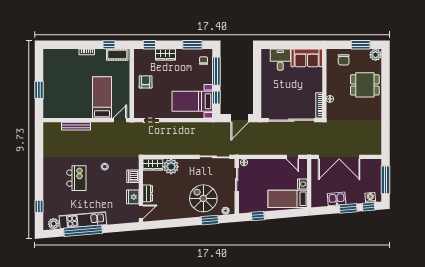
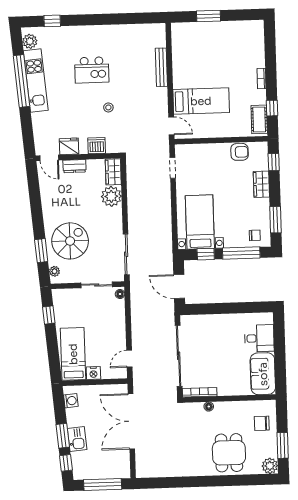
armchair: (146, 82) -> (240, 152), moved
washing machine: (370, 197) -> (71, 401), moved
kitchen sink: (337, 199) -> (77, 439), moved

